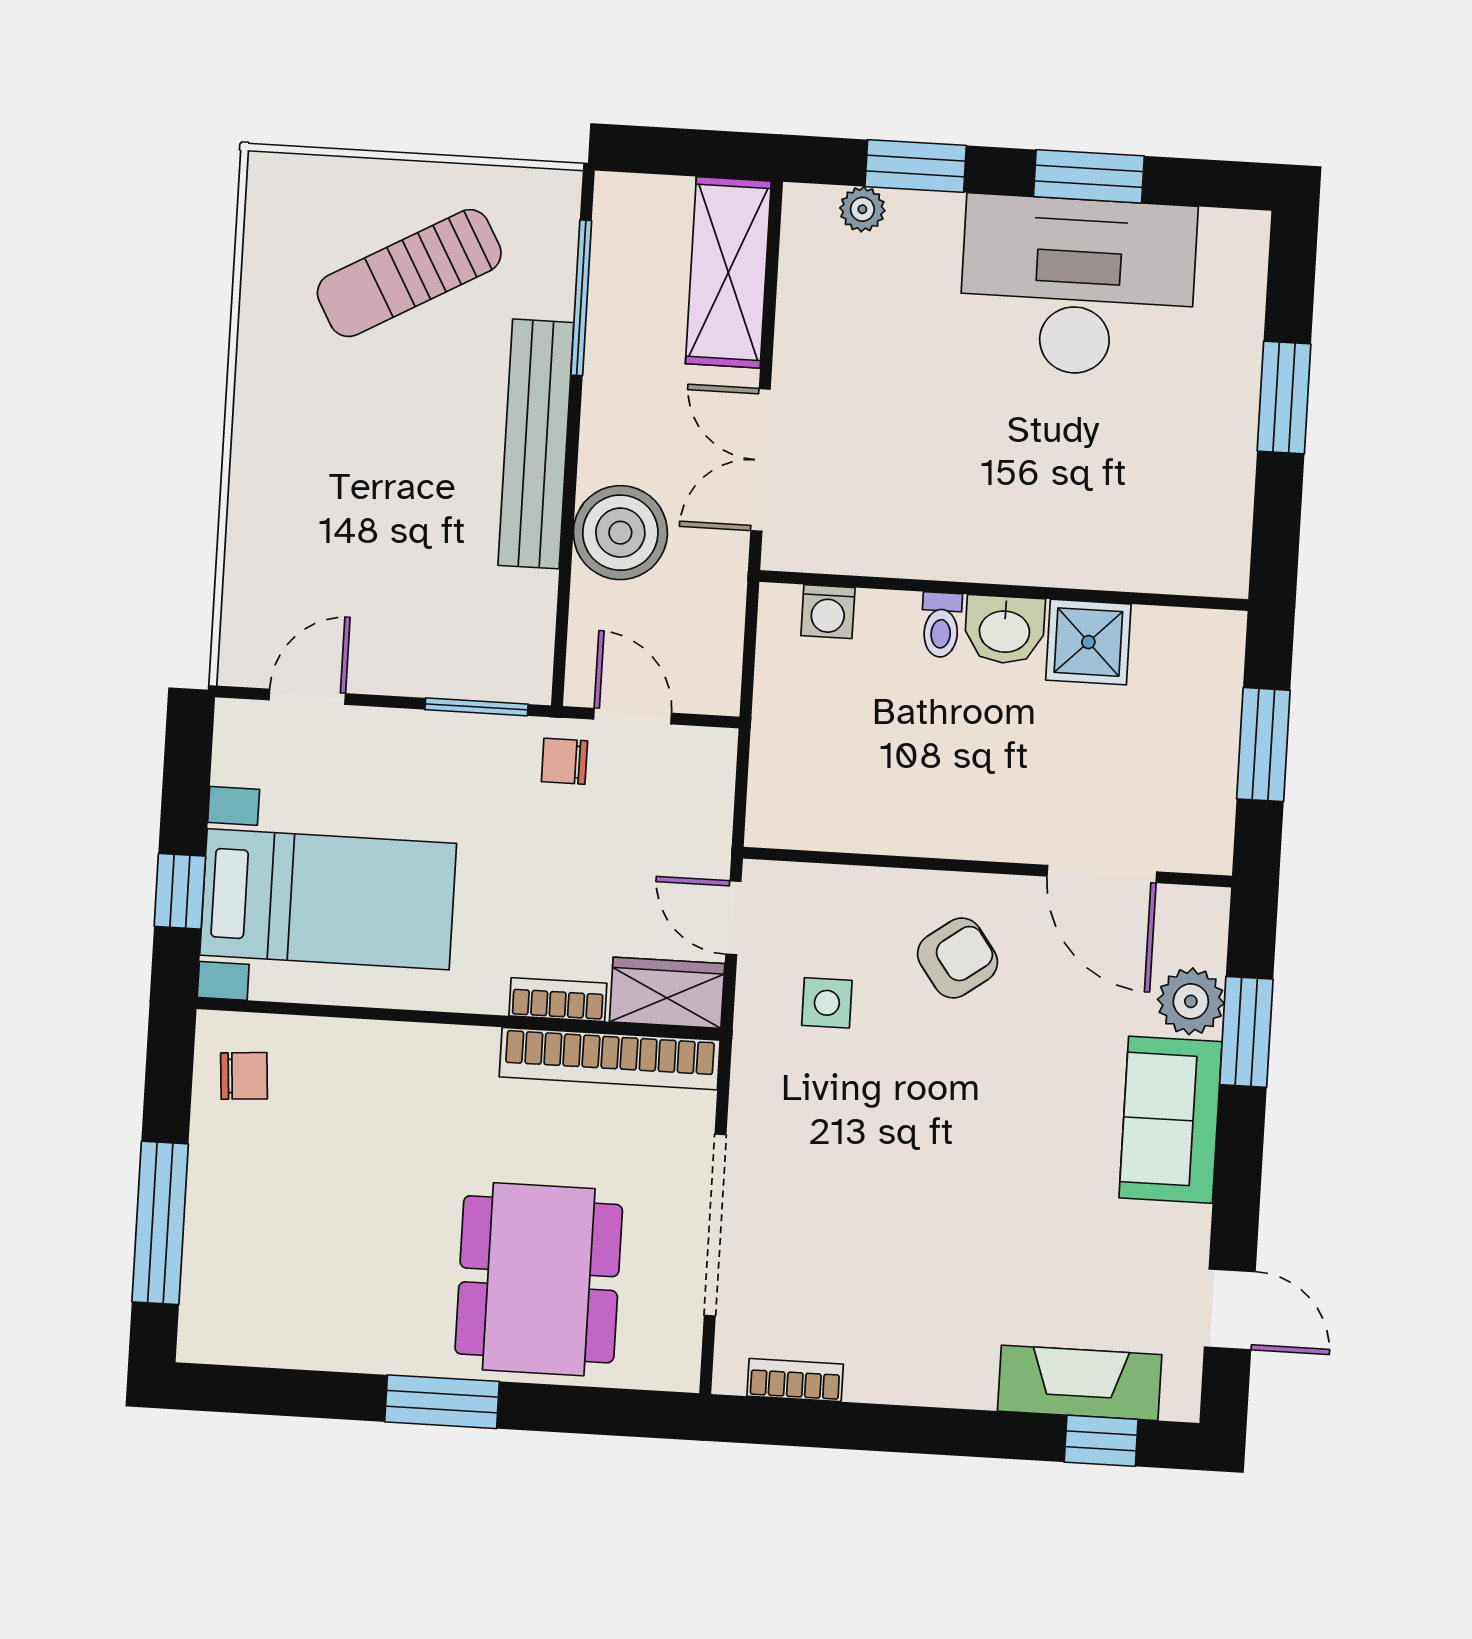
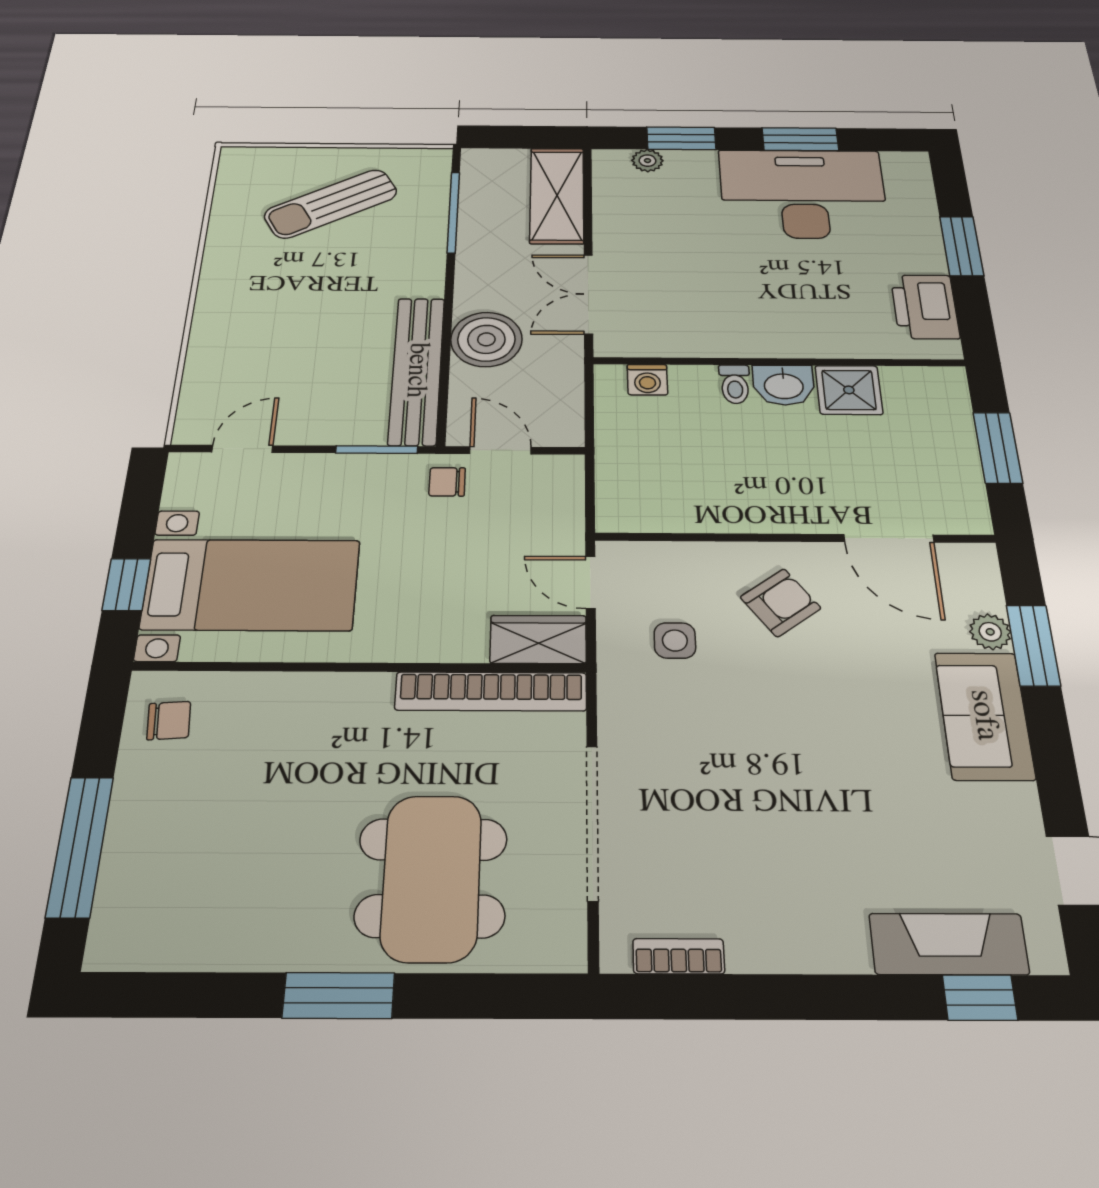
bench: (536, 444) -> (417, 370), moved
printer: (1213, 505) -> (925, 307), added
bookcase: (558, 1000) -> (445, 649), removed
plant: (1191, 1001) -> (990, 632), width x0.73, depth x0.73

